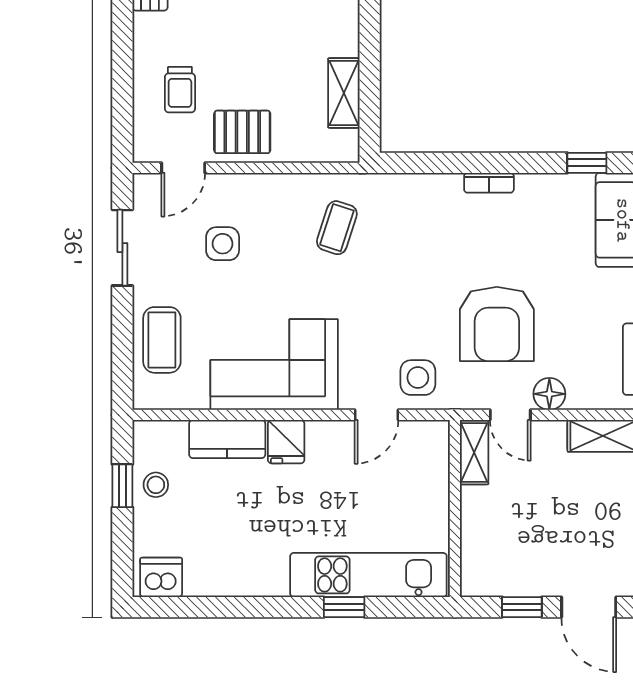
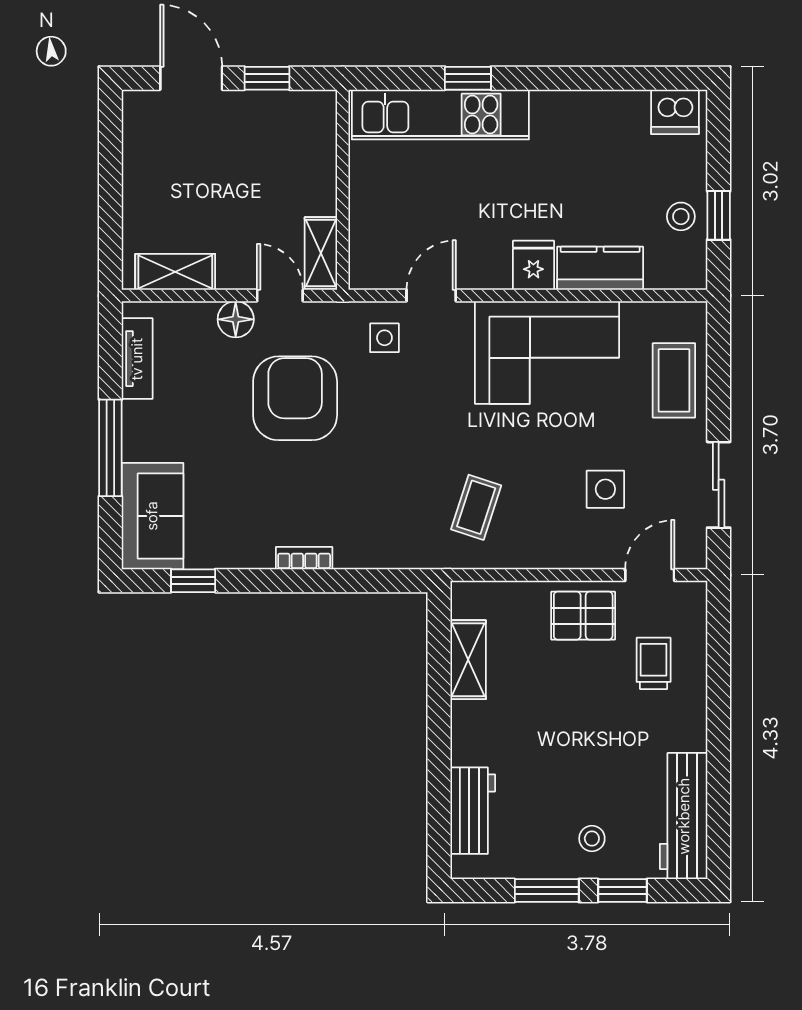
side table: (418, 378) -> (384, 338), width x0.73, depth x0.73

